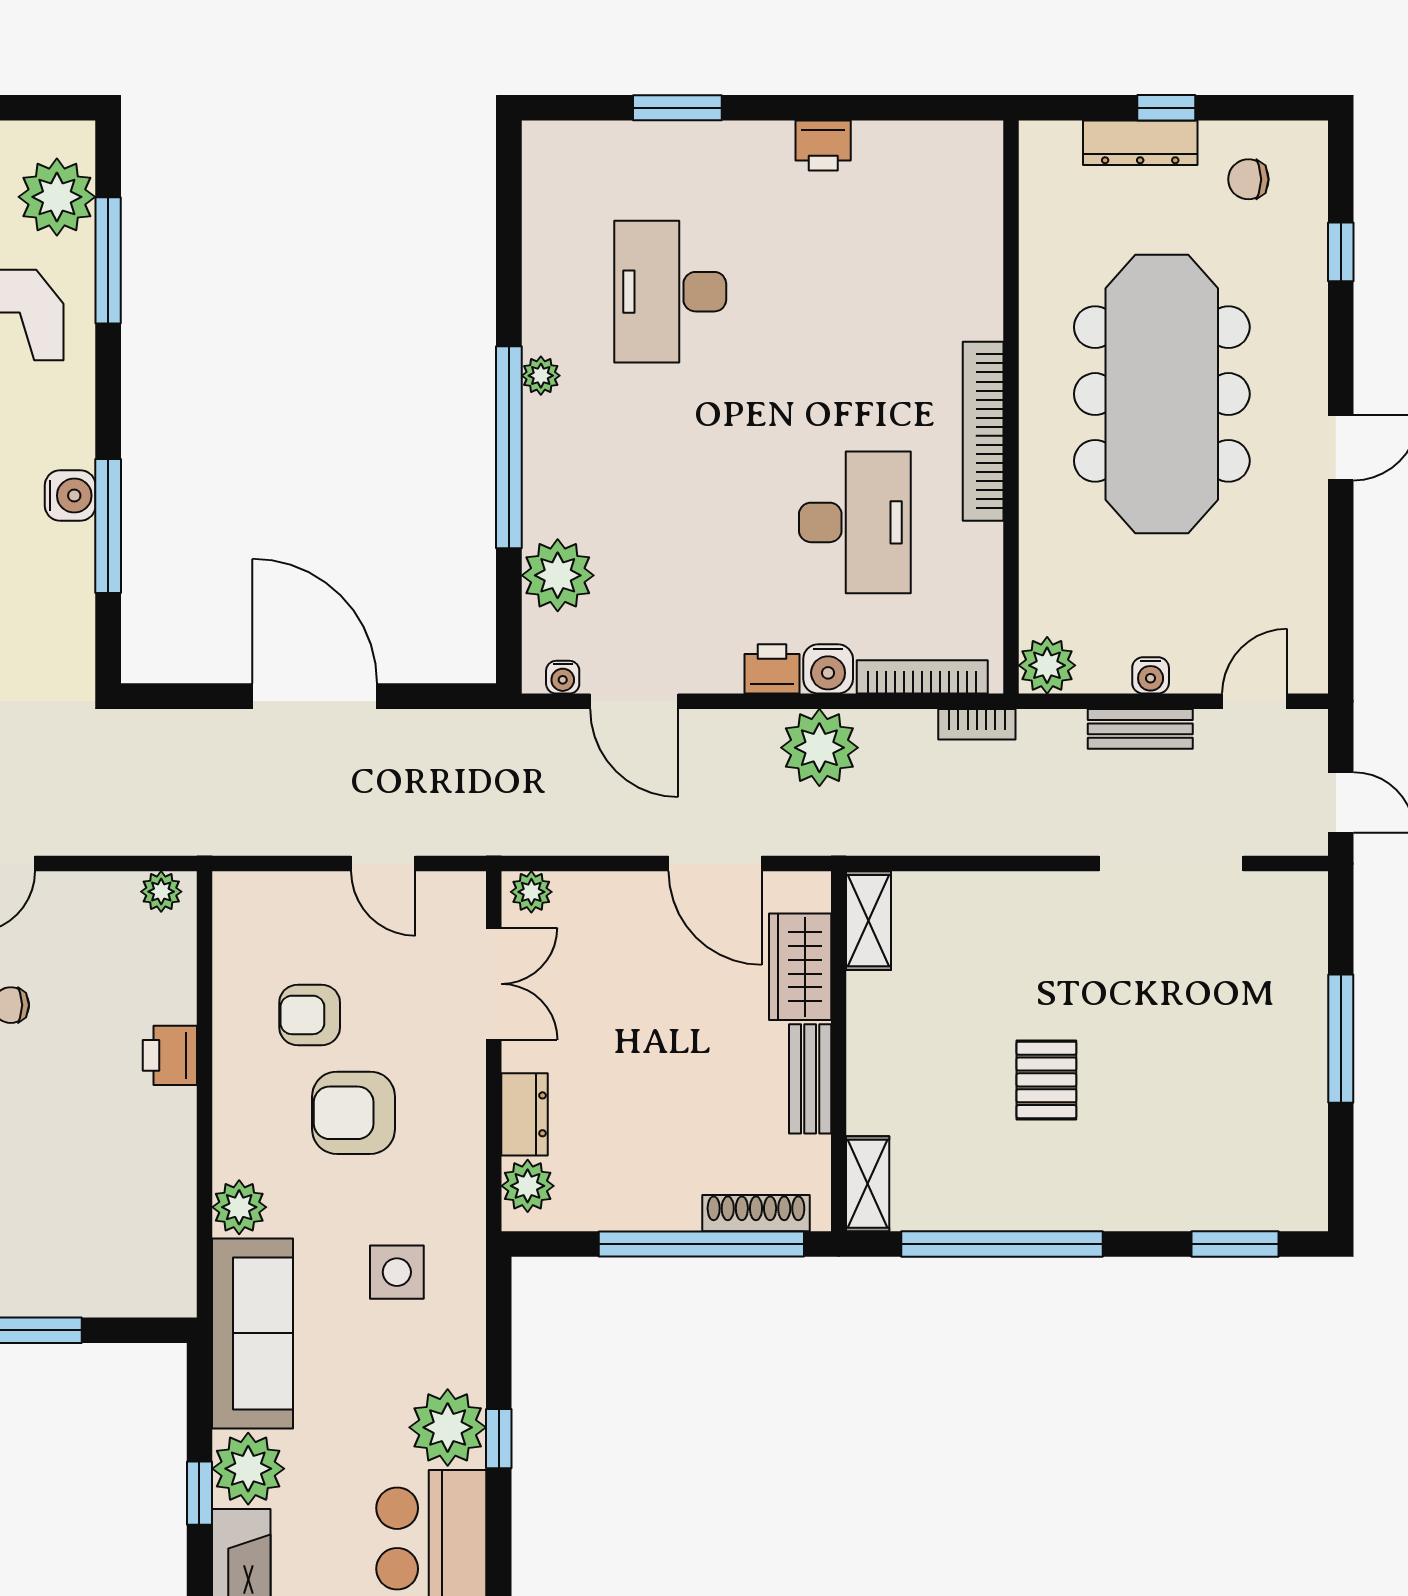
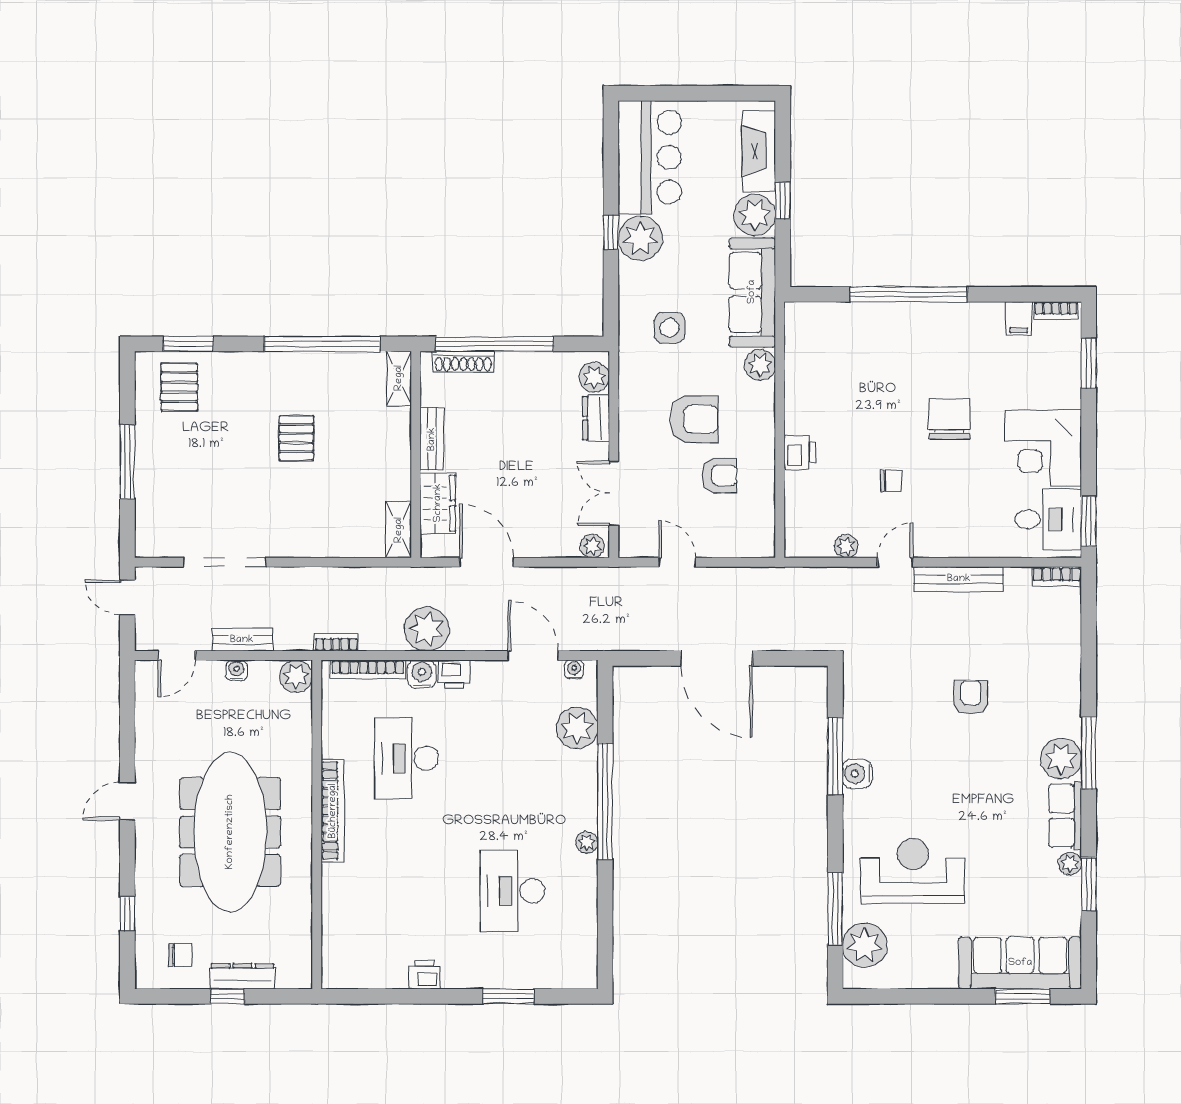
desk: (670, 292) -> (512, 891), turned 180
plant: (161, 892) -> (846, 546), moved
pallet: (1250, 1169) -> (179, 387), added

